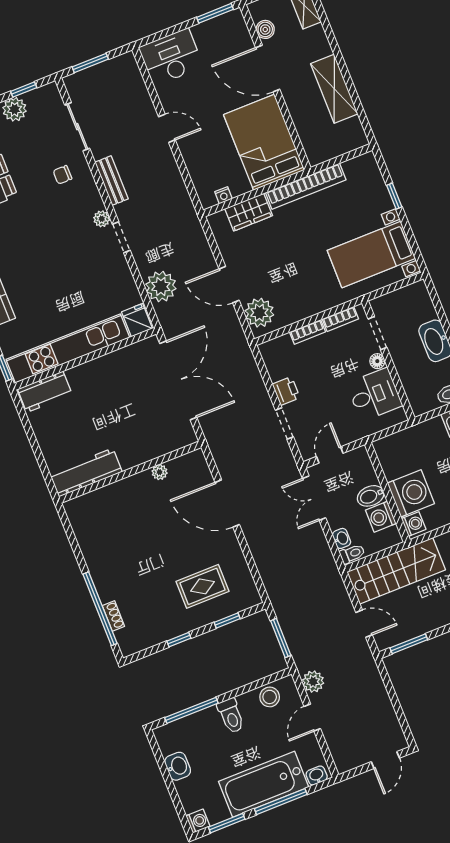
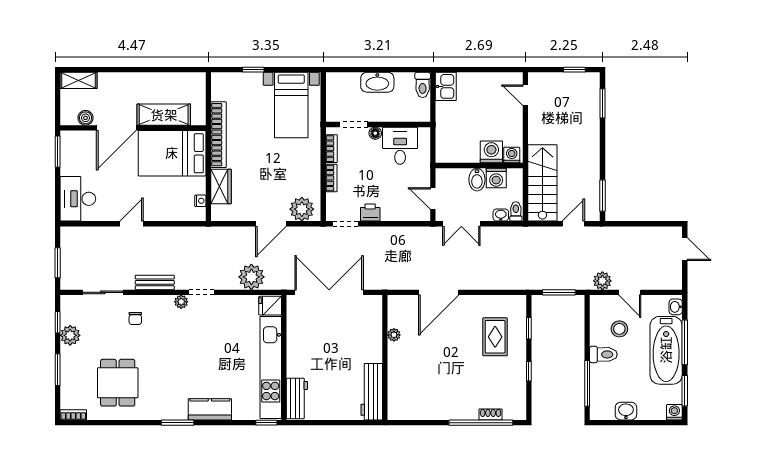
shelving: (334, 89) -> (164, 115), moved
doorway: (284, 424) -> (345, 224), moved
washing machine: (411, 493) -> (491, 152), width x0.73, depth x0.73
stool: (270, 697) -> (619, 329), moved

